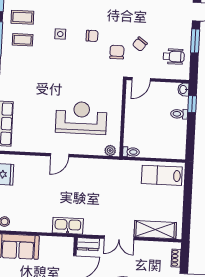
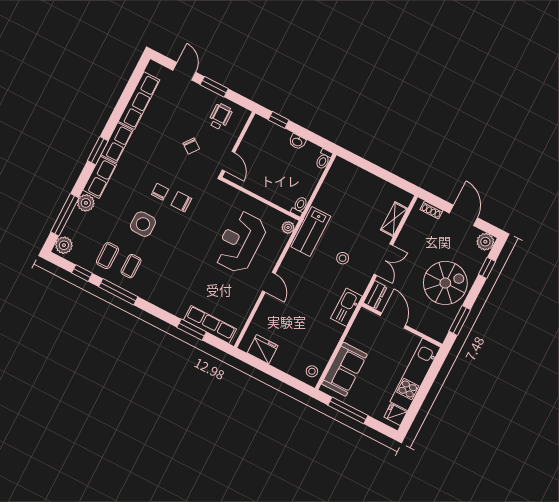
side table: (60, 34) -> (143, 224), width x1.87, depth x1.87
chair: (117, 52) -> (181, 202), moved
washbasin: (183, 89) -> (297, 142), moved
toilet: (179, 114) -> (324, 159), moved
lab bench: (162, 175) -> (311, 231), moved
stool: (105, 205) -> (343, 258), added
shelving: (155, 230) -> (394, 219), width x0.67, depth x0.75

